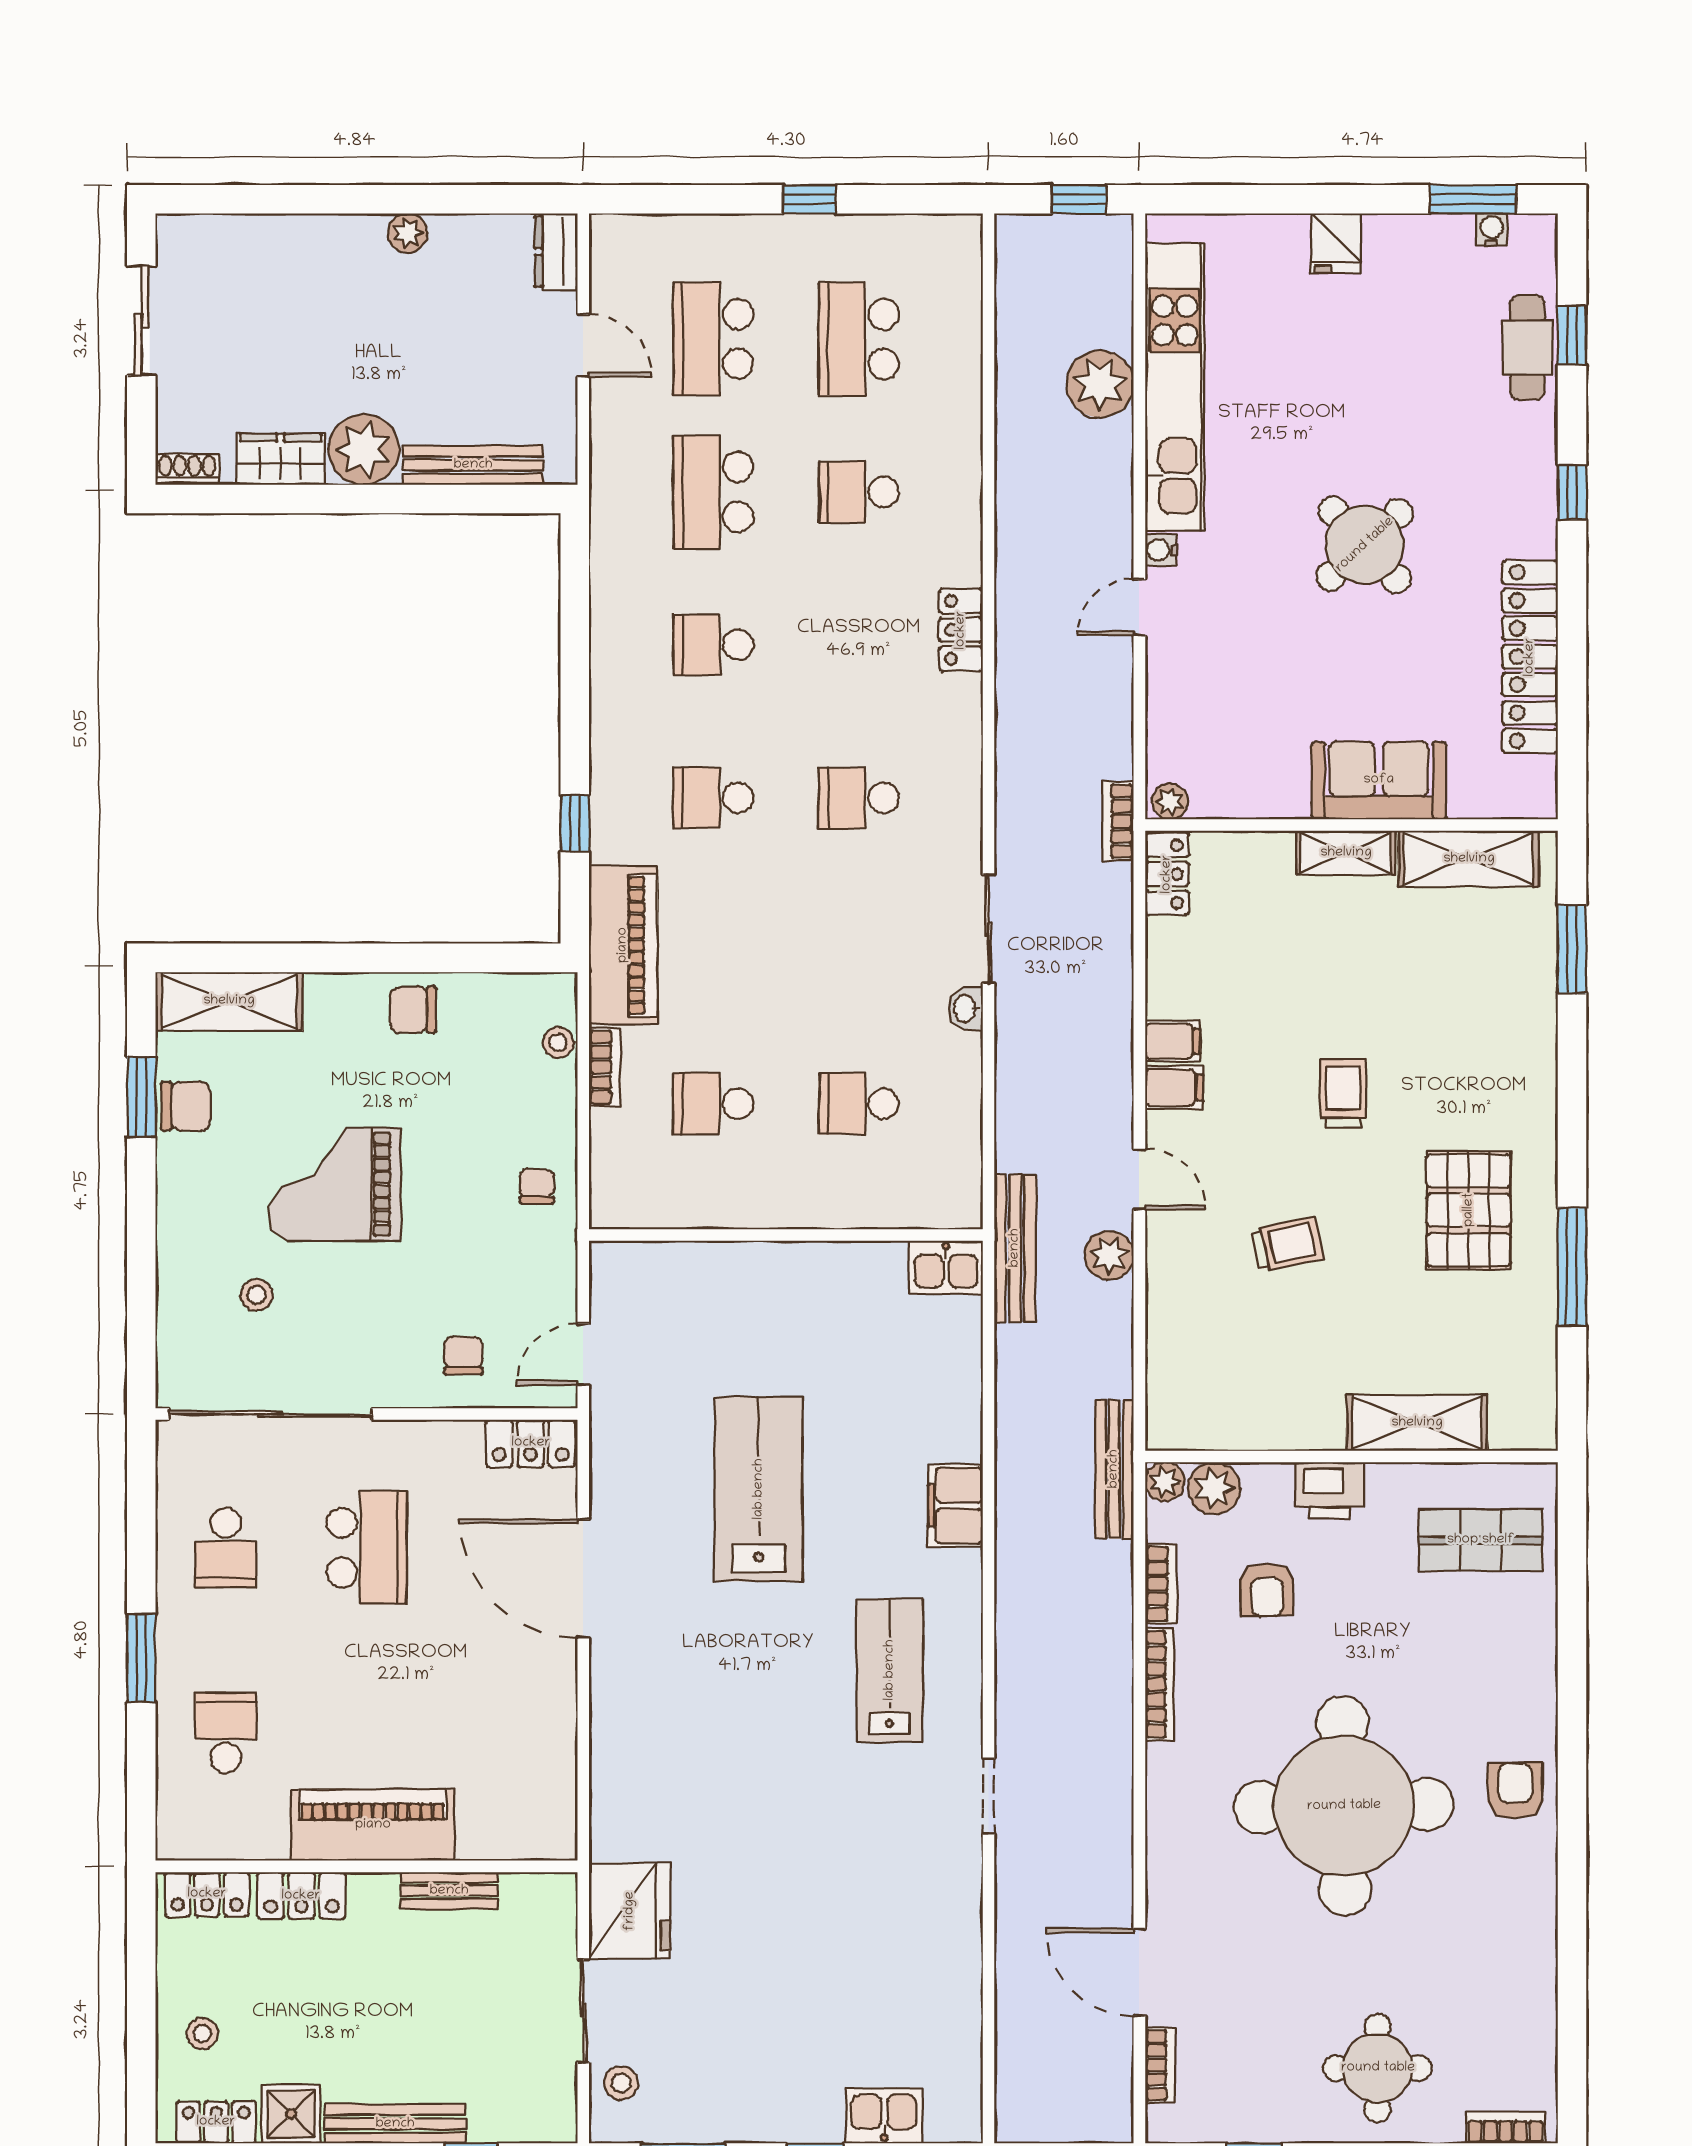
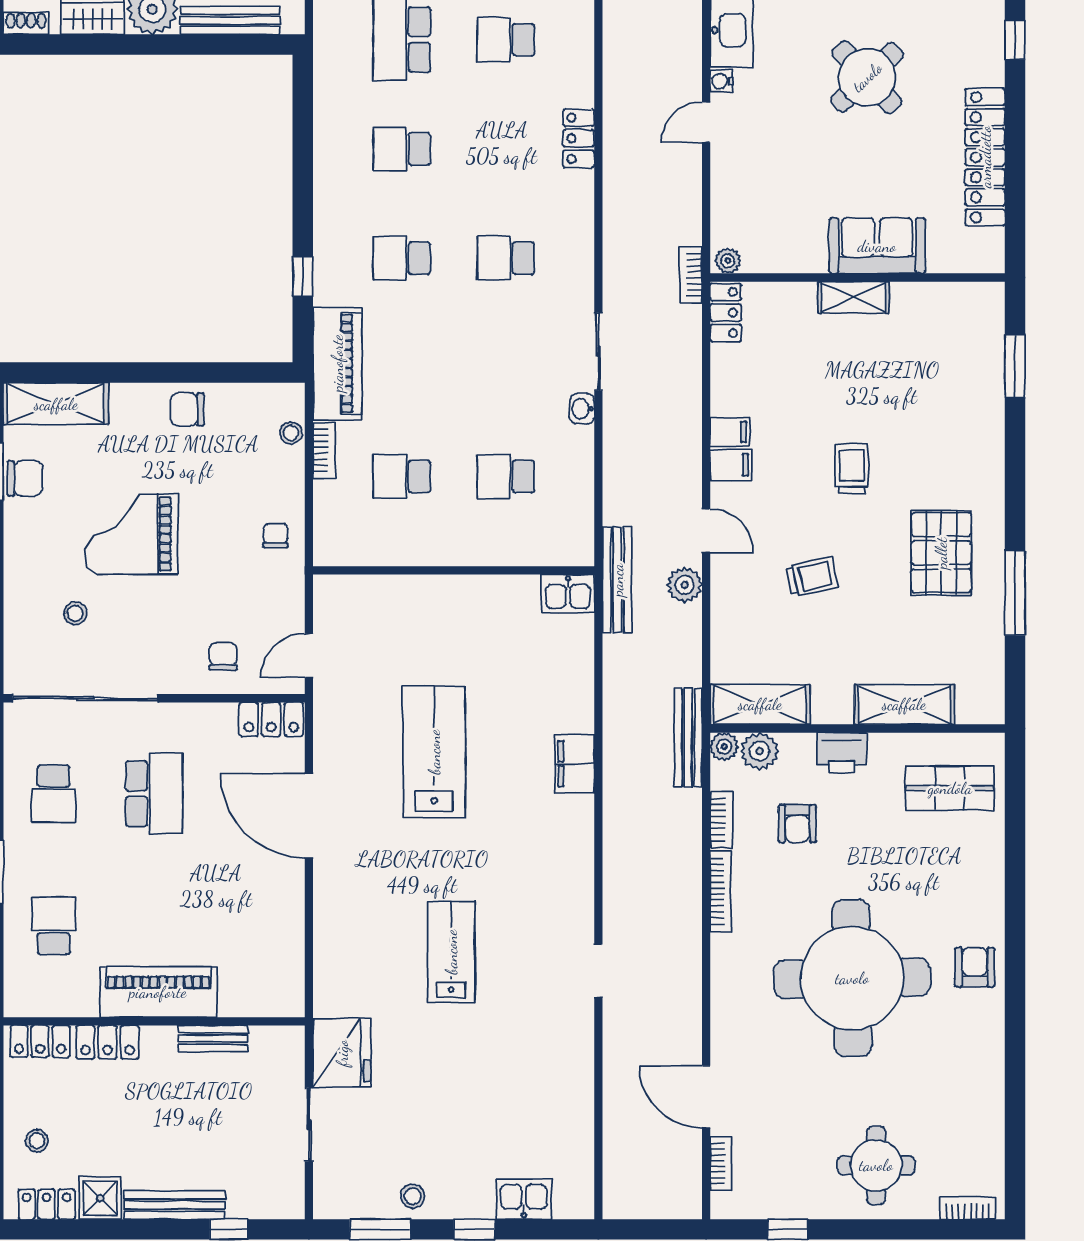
shelving: (1469, 859) -> (760, 704), moved
lab bench: (890, 1670) -> (451, 952), moved
stool: (621, 2083) -> (413, 1196), moved

